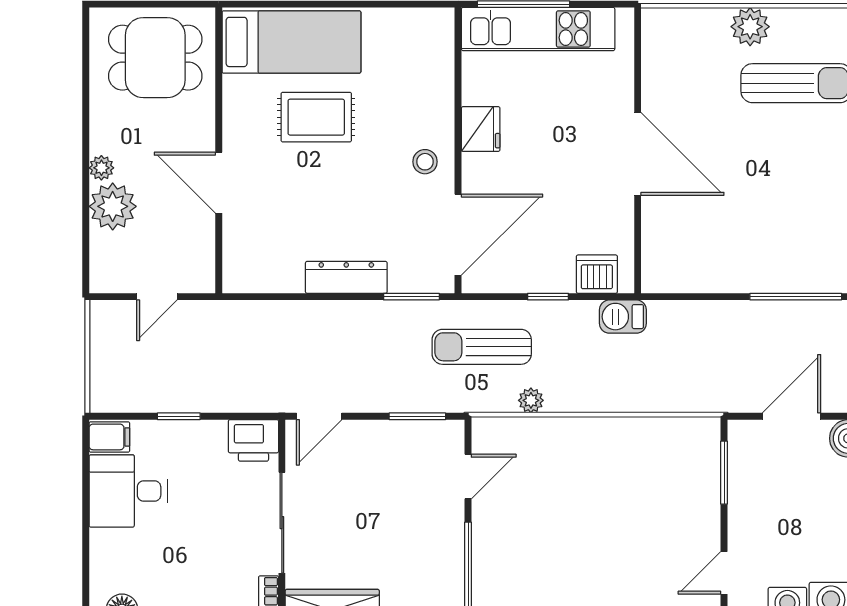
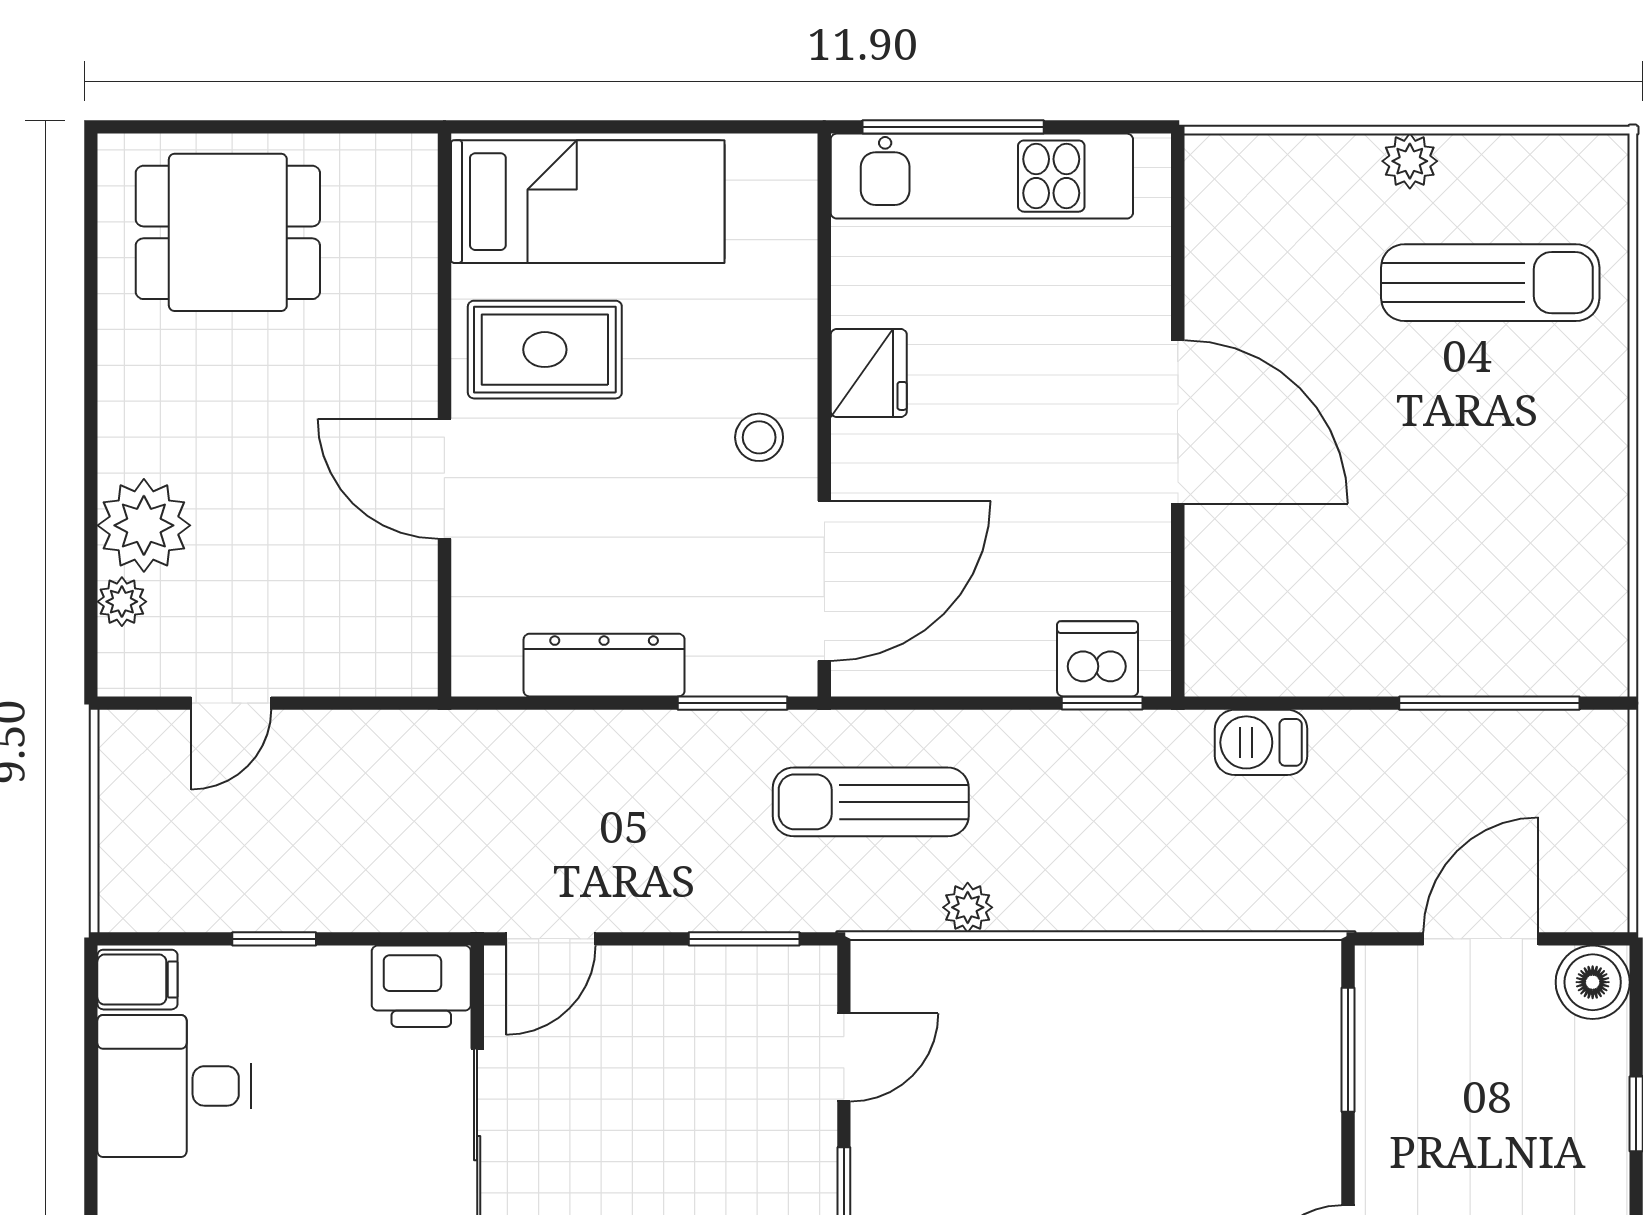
plant: (750, 27) -> (1410, 161), width x0.73, depth x0.73
bed: (291, 42) -> (588, 202), moved
wall: (219, 150) -> (444, 415), moved
plant: (101, 168) -> (122, 602), moved
door: (219, 183) -> (444, 479), moved
window: (548, 297) -> (1102, 703), moved
barbecue: (623, 317) -> (1261, 742), moved

